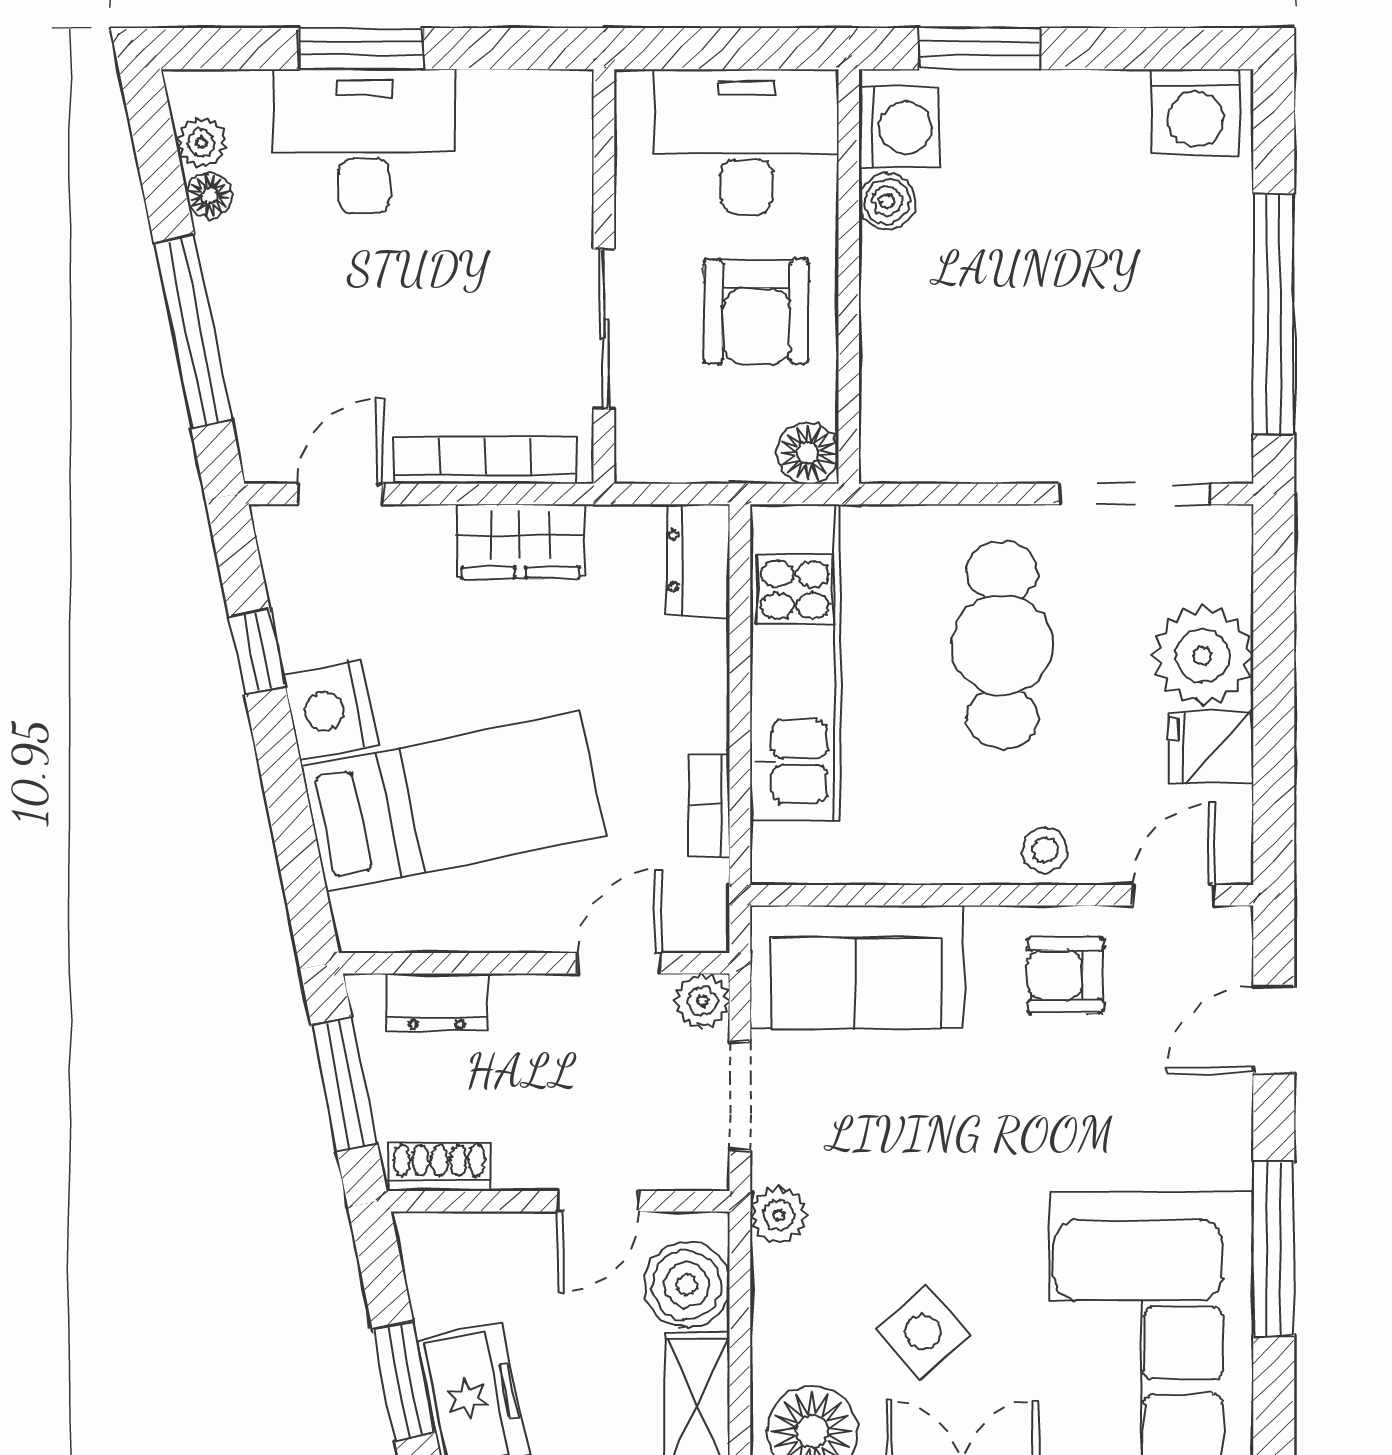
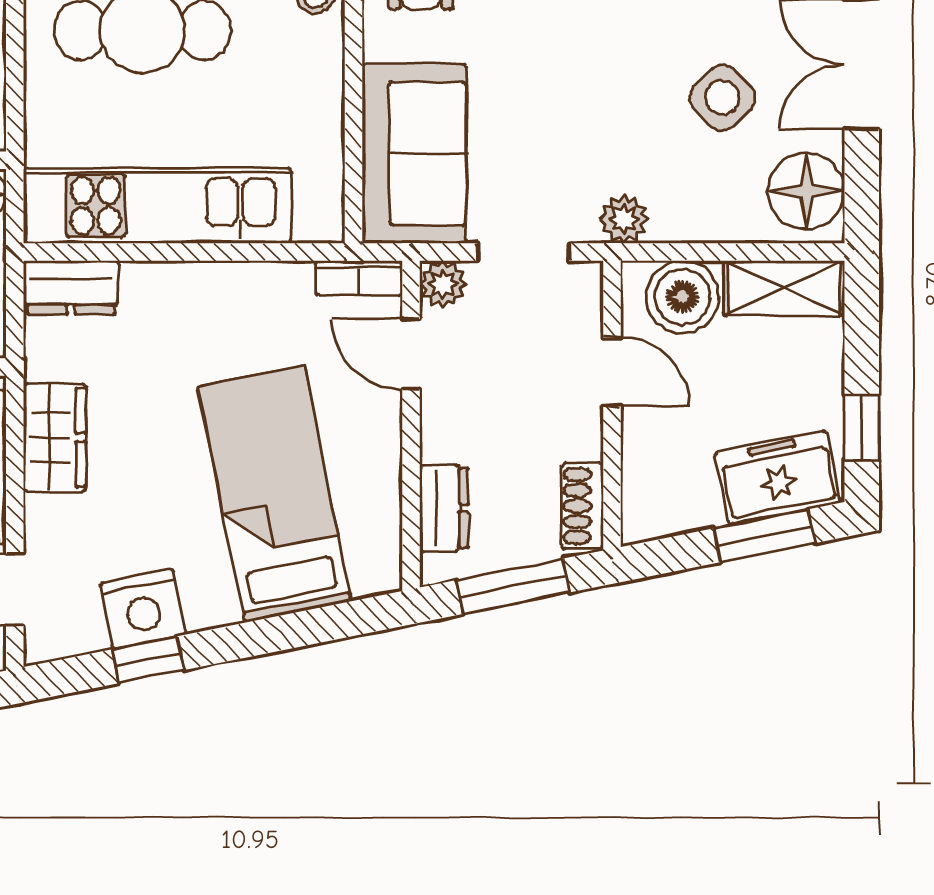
nightstand: (330, 710) -> (143, 609), moved
bookcase: (709, 806) -> (359, 278), moved

